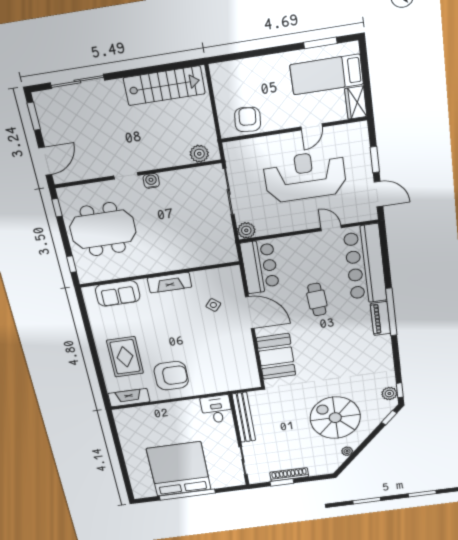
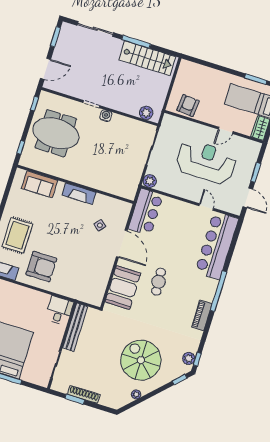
window: (138, 72) -> (136, 42), added
cafe table: (317, 299) -> (159, 282), moved
piano: (380, 318) -> (202, 315), moved

